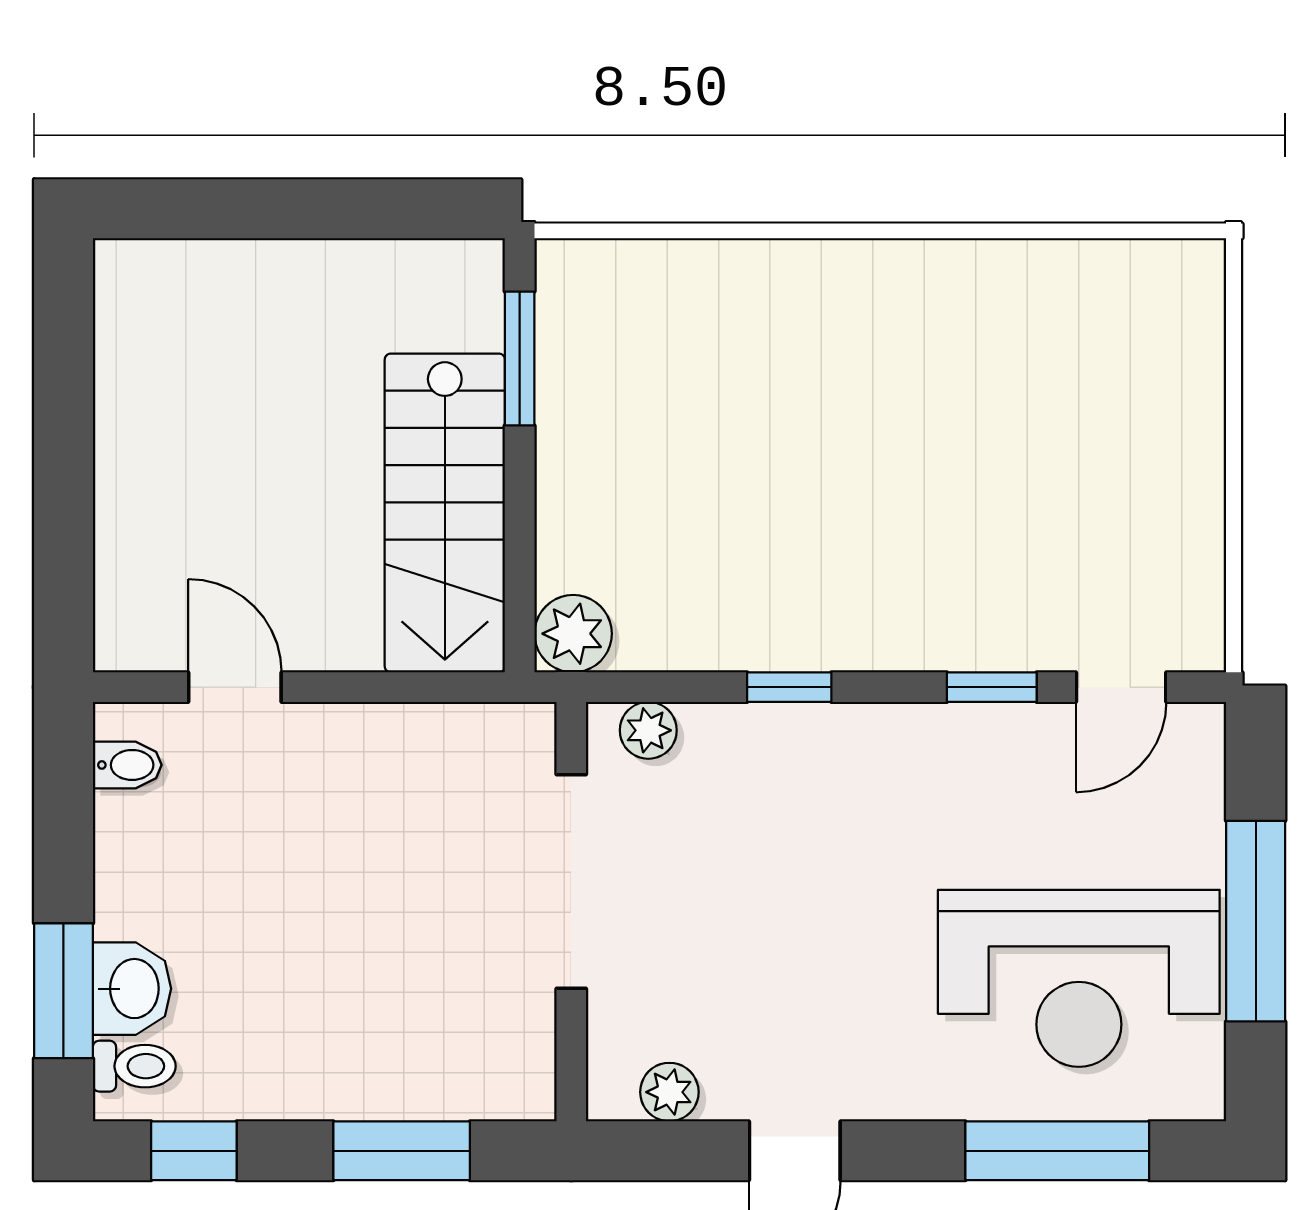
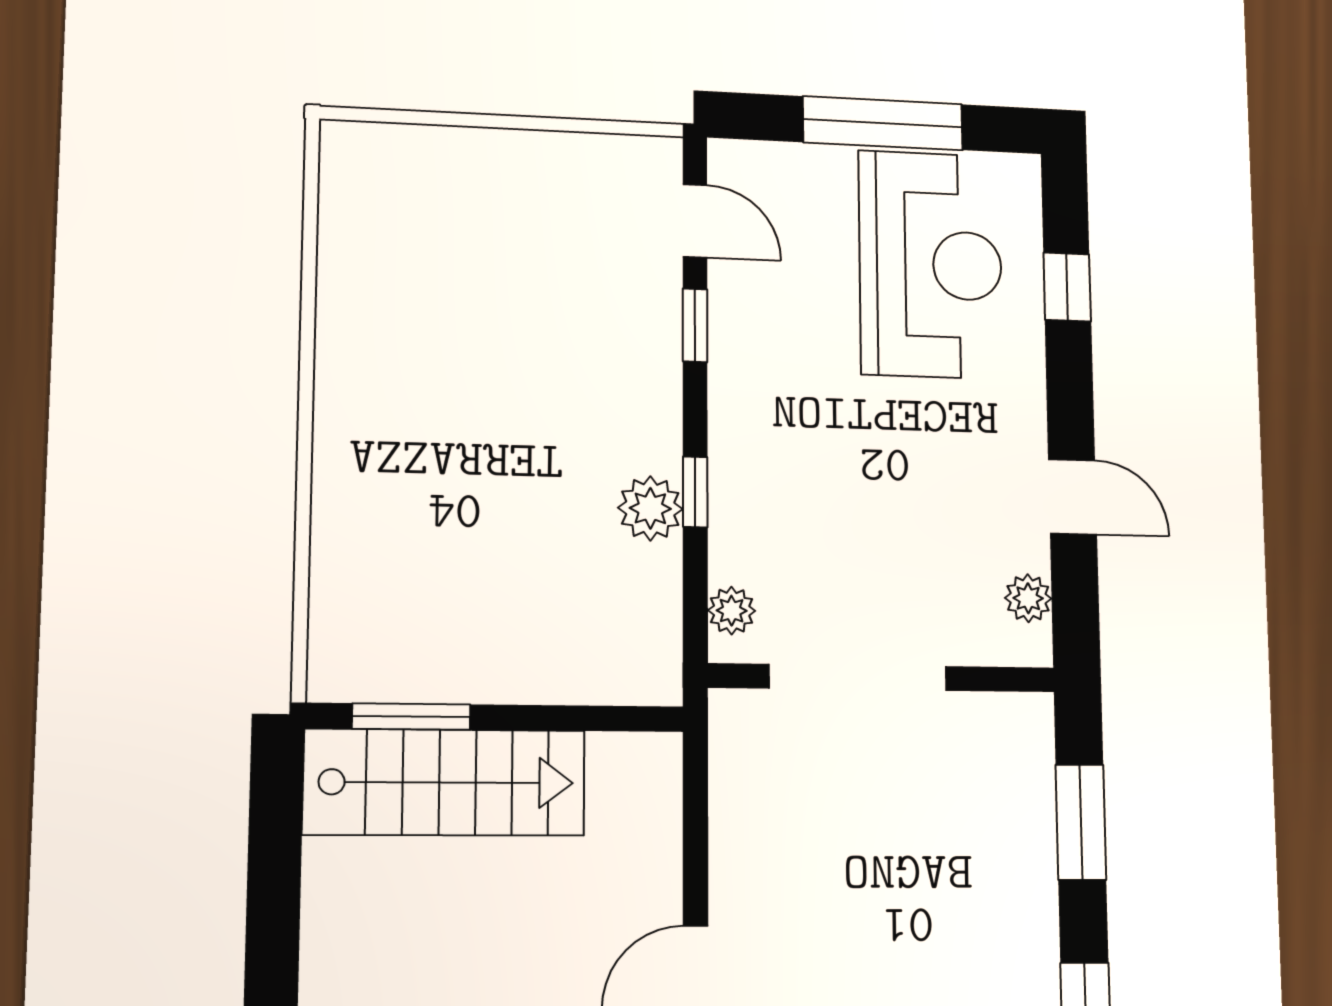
stairs: (445, 513) -> (445, 782), moved
plant: (573, 634) -> (650, 508), moved
window: (1057, 1151) -> (1067, 287), width x0.46

